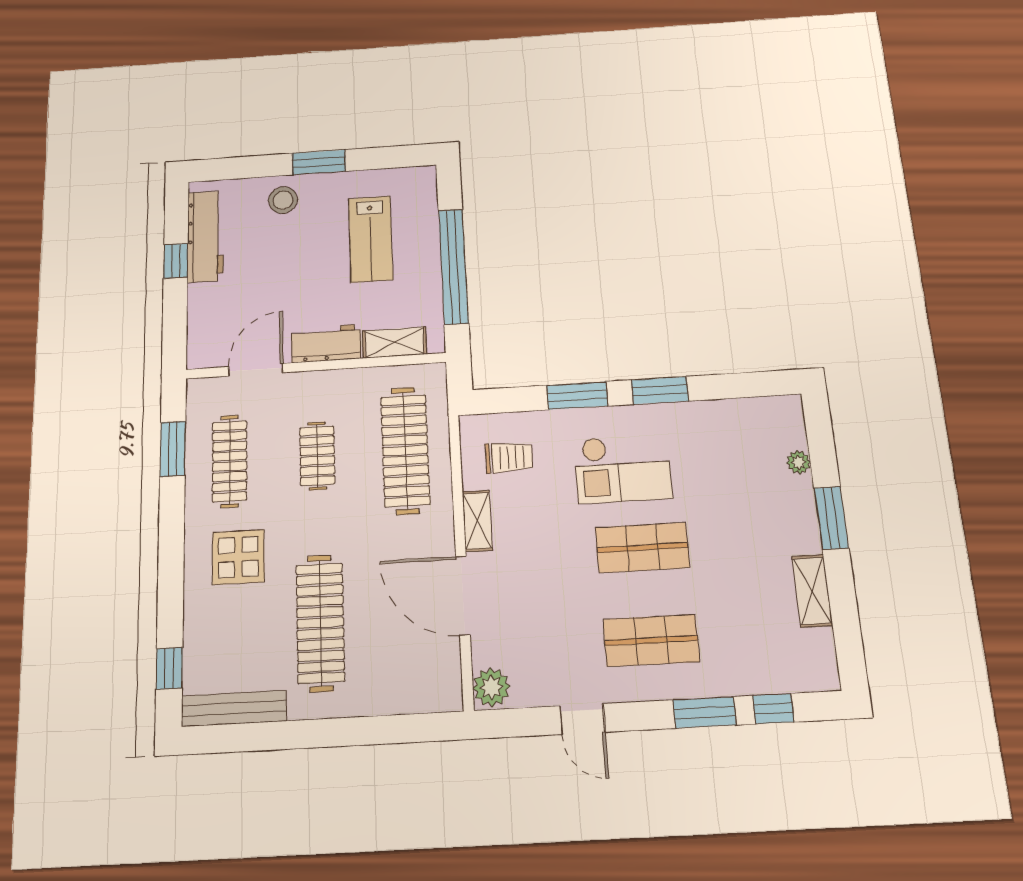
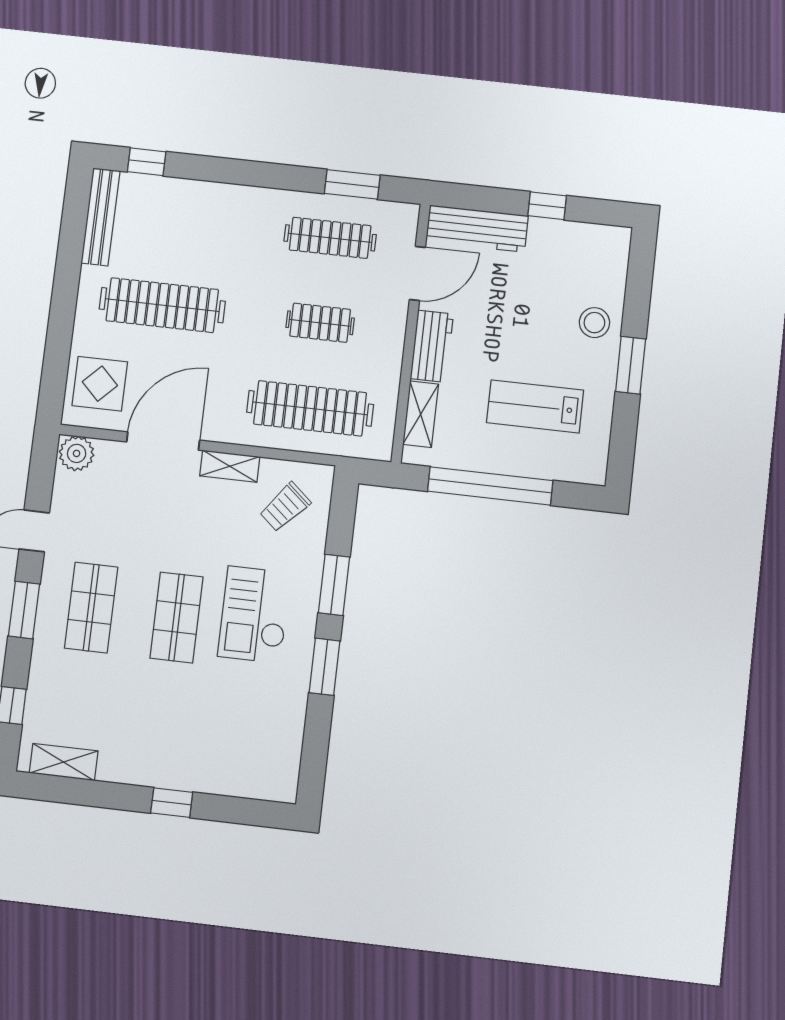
workbench: (205, 236) -> (477, 229), moved
door: (256, 370) -> (417, 273), hinge flipped
trolley: (509, 457) -> (285, 507), turned 41
plant: (798, 462) -> (230, 785), removed
window: (831, 518) -> (172, 803), width x0.67
display table: (238, 557) -> (100, 384), moved
shelving: (812, 591) -> (64, 762), moved
window: (704, 712) -> (24, 610), moved

